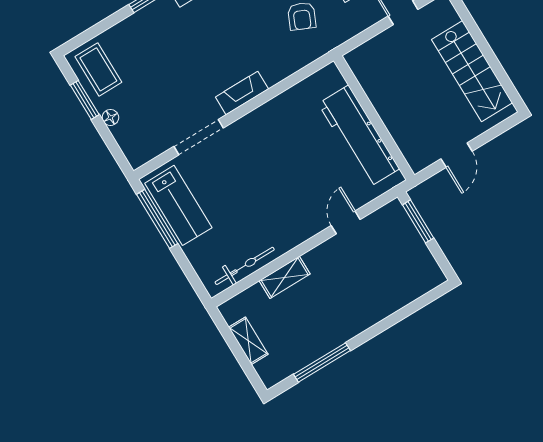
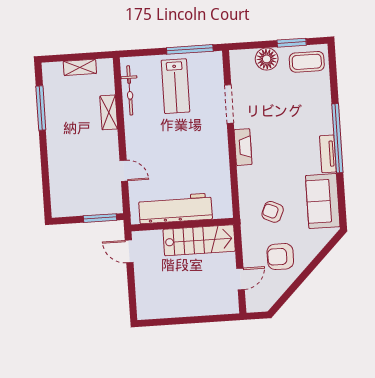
stairs: (472, 71) -> (199, 240), moved, turned 180
floor lamp: (110, 117) -> (267, 59), width x1.89, depth x1.89
door: (457, 155) -> (129, 251), moved
lab bench: (178, 205) -> (175, 86), moved, turned -90

